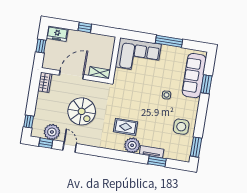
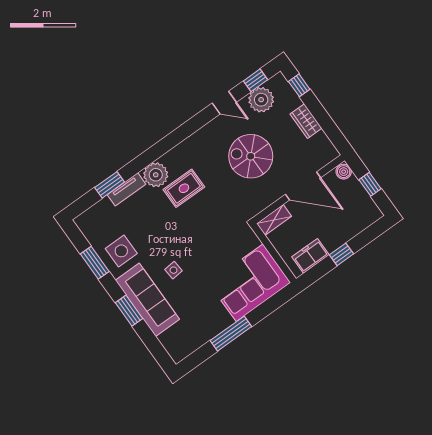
freezer: (57, 34) -> (311, 256), moved
boiler: (47, 63) -> (344, 172), added
door: (72, 75) -> (303, 186), hinge flipped
sofa: (194, 76) -> (147, 300), moved
wardrobe: (45, 82) -> (306, 121), moved
window: (206, 84) -> (129, 311), moved
window: (196, 147) -> (95, 263), moved

